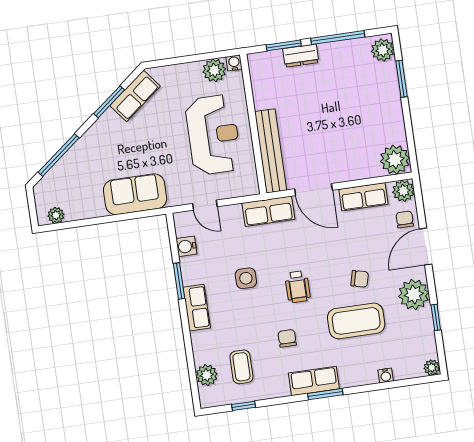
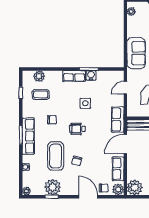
water cooler: (186, 246) -> (91, 75), moved
plant: (414, 294) -> (53, 187), moved
row of seats: (314, 381) -> (28, 136), width x1.48

